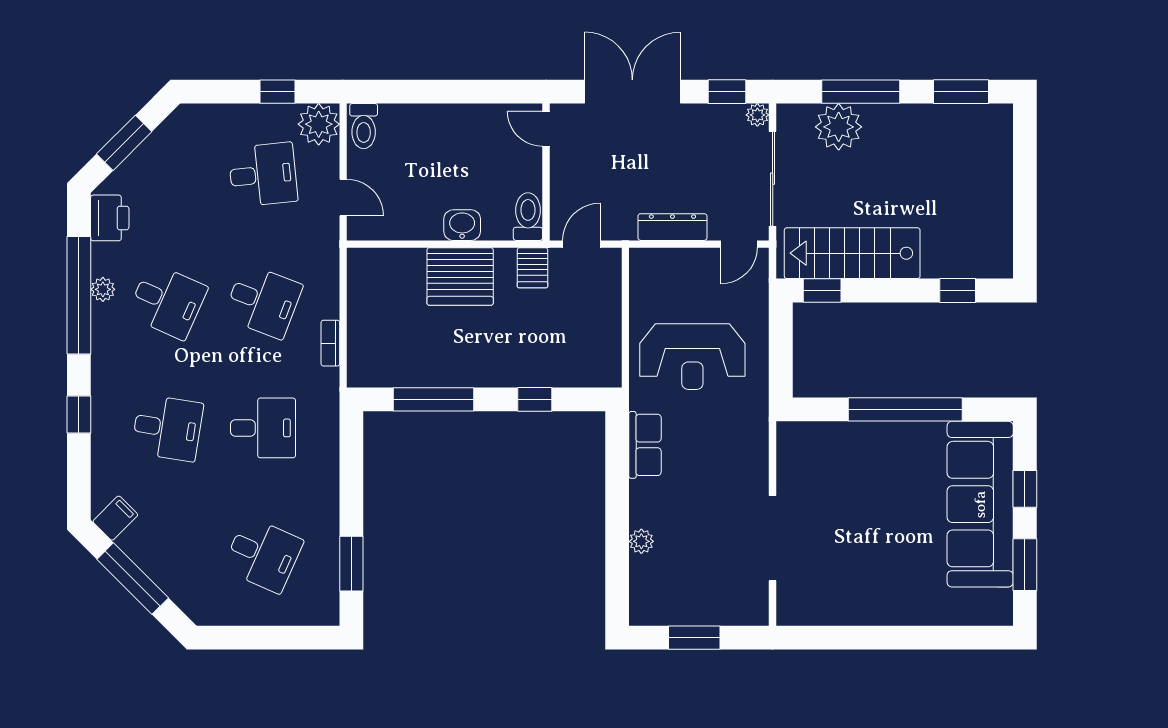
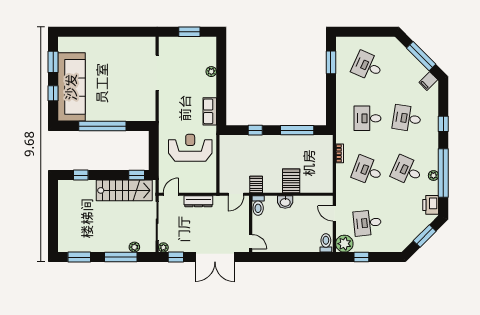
plant: (839, 127) -> (134, 247), width x0.53, depth x0.53
server rack: (460, 277) -> (291, 181), width x0.62

